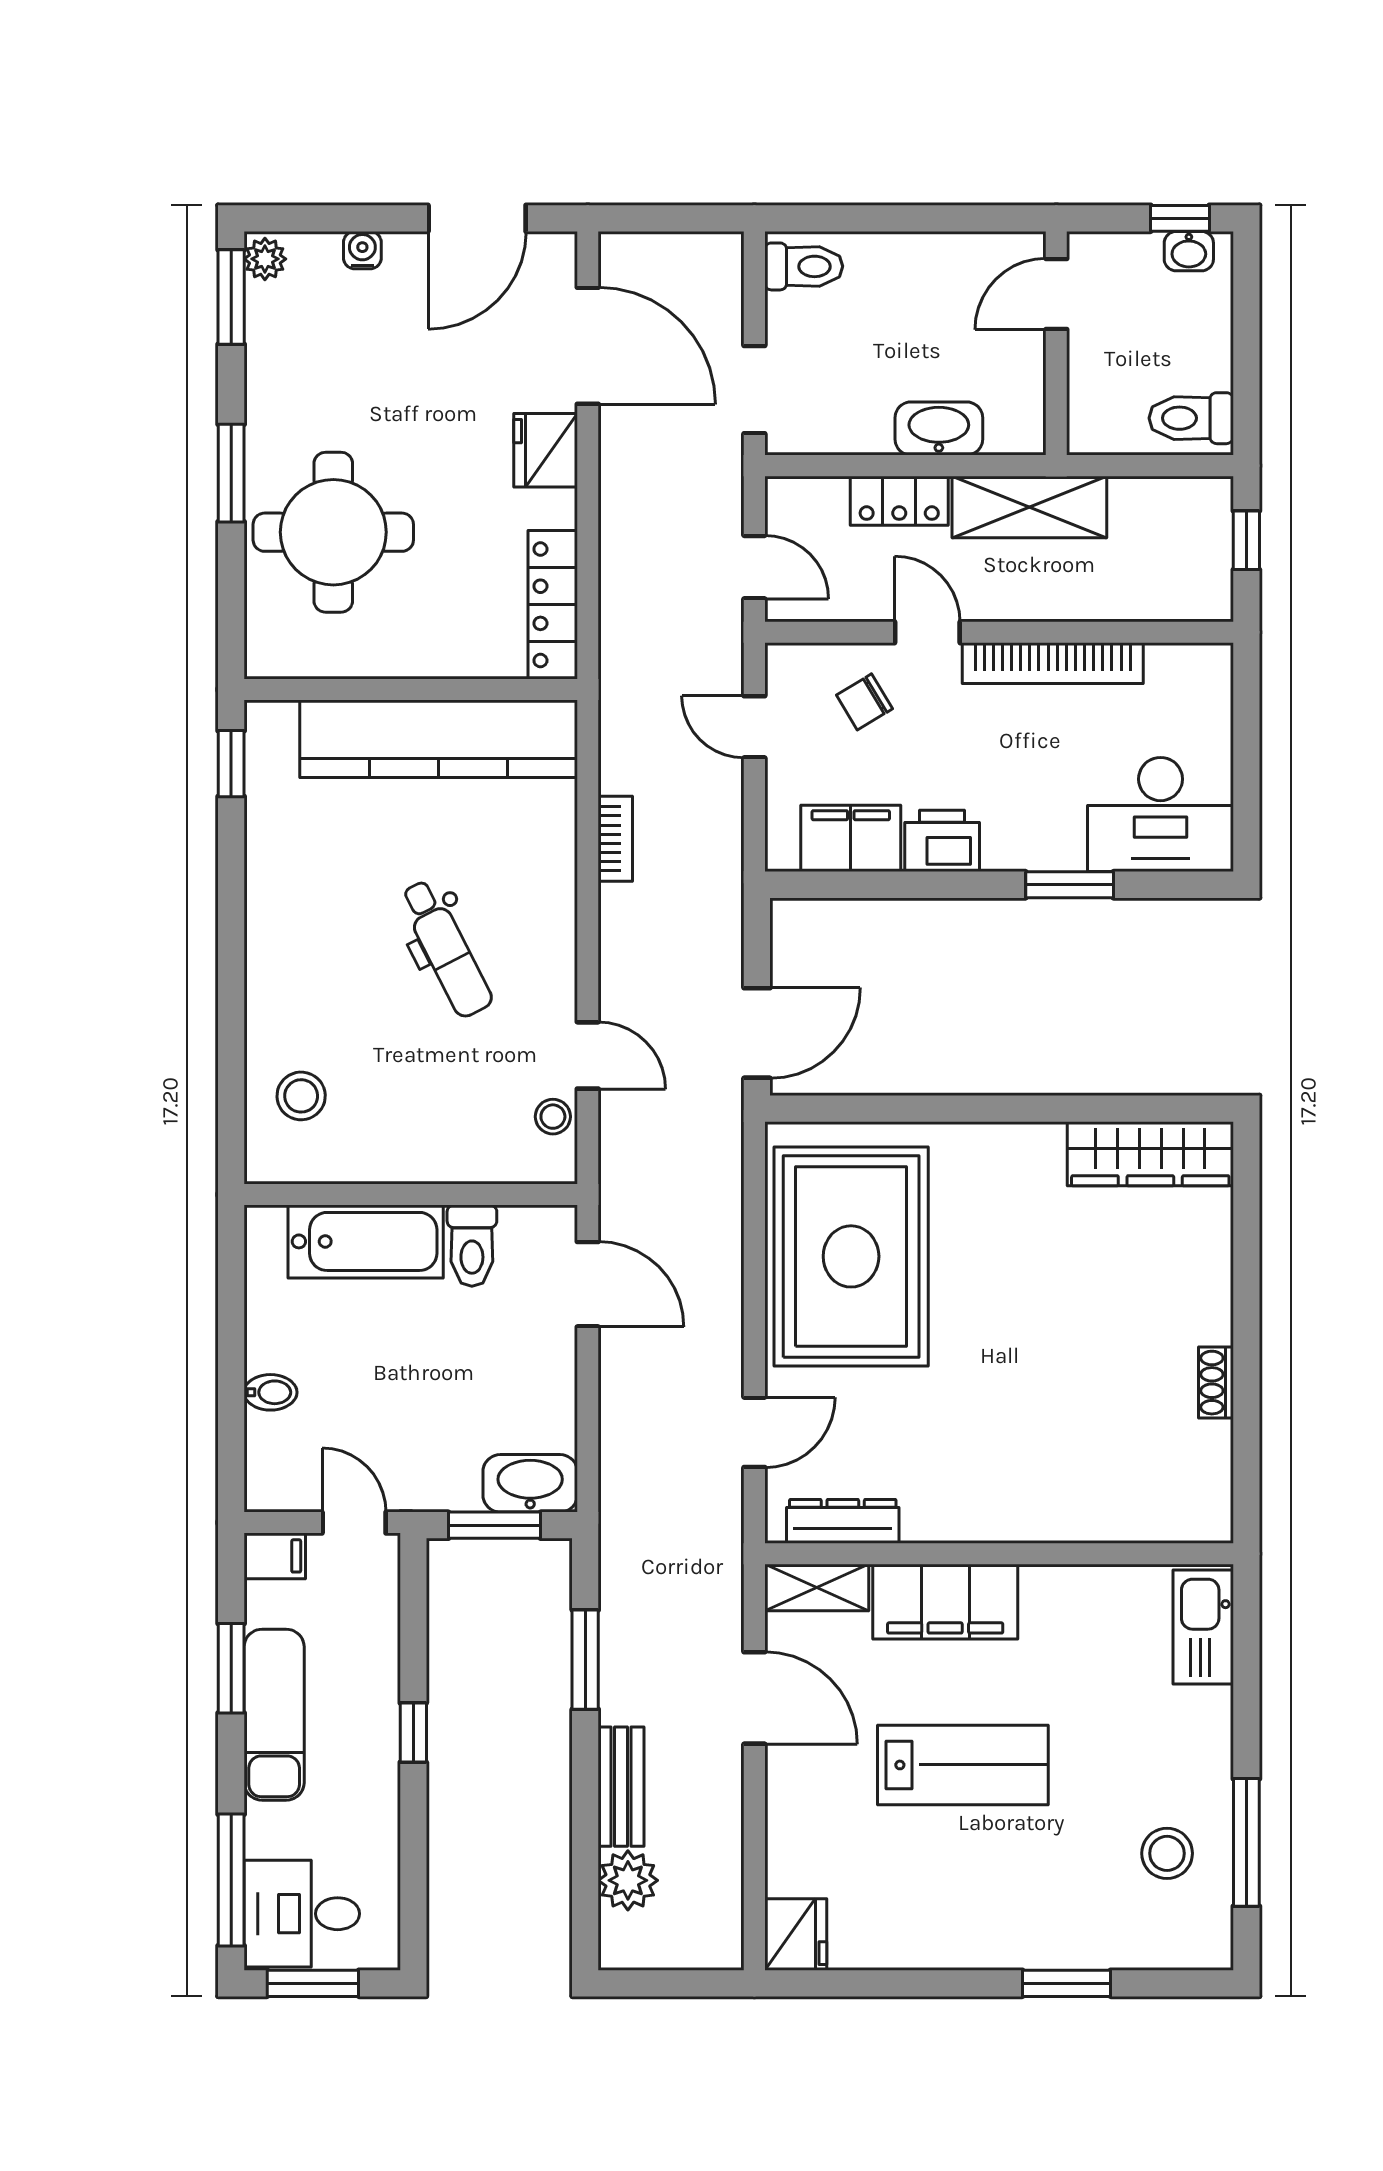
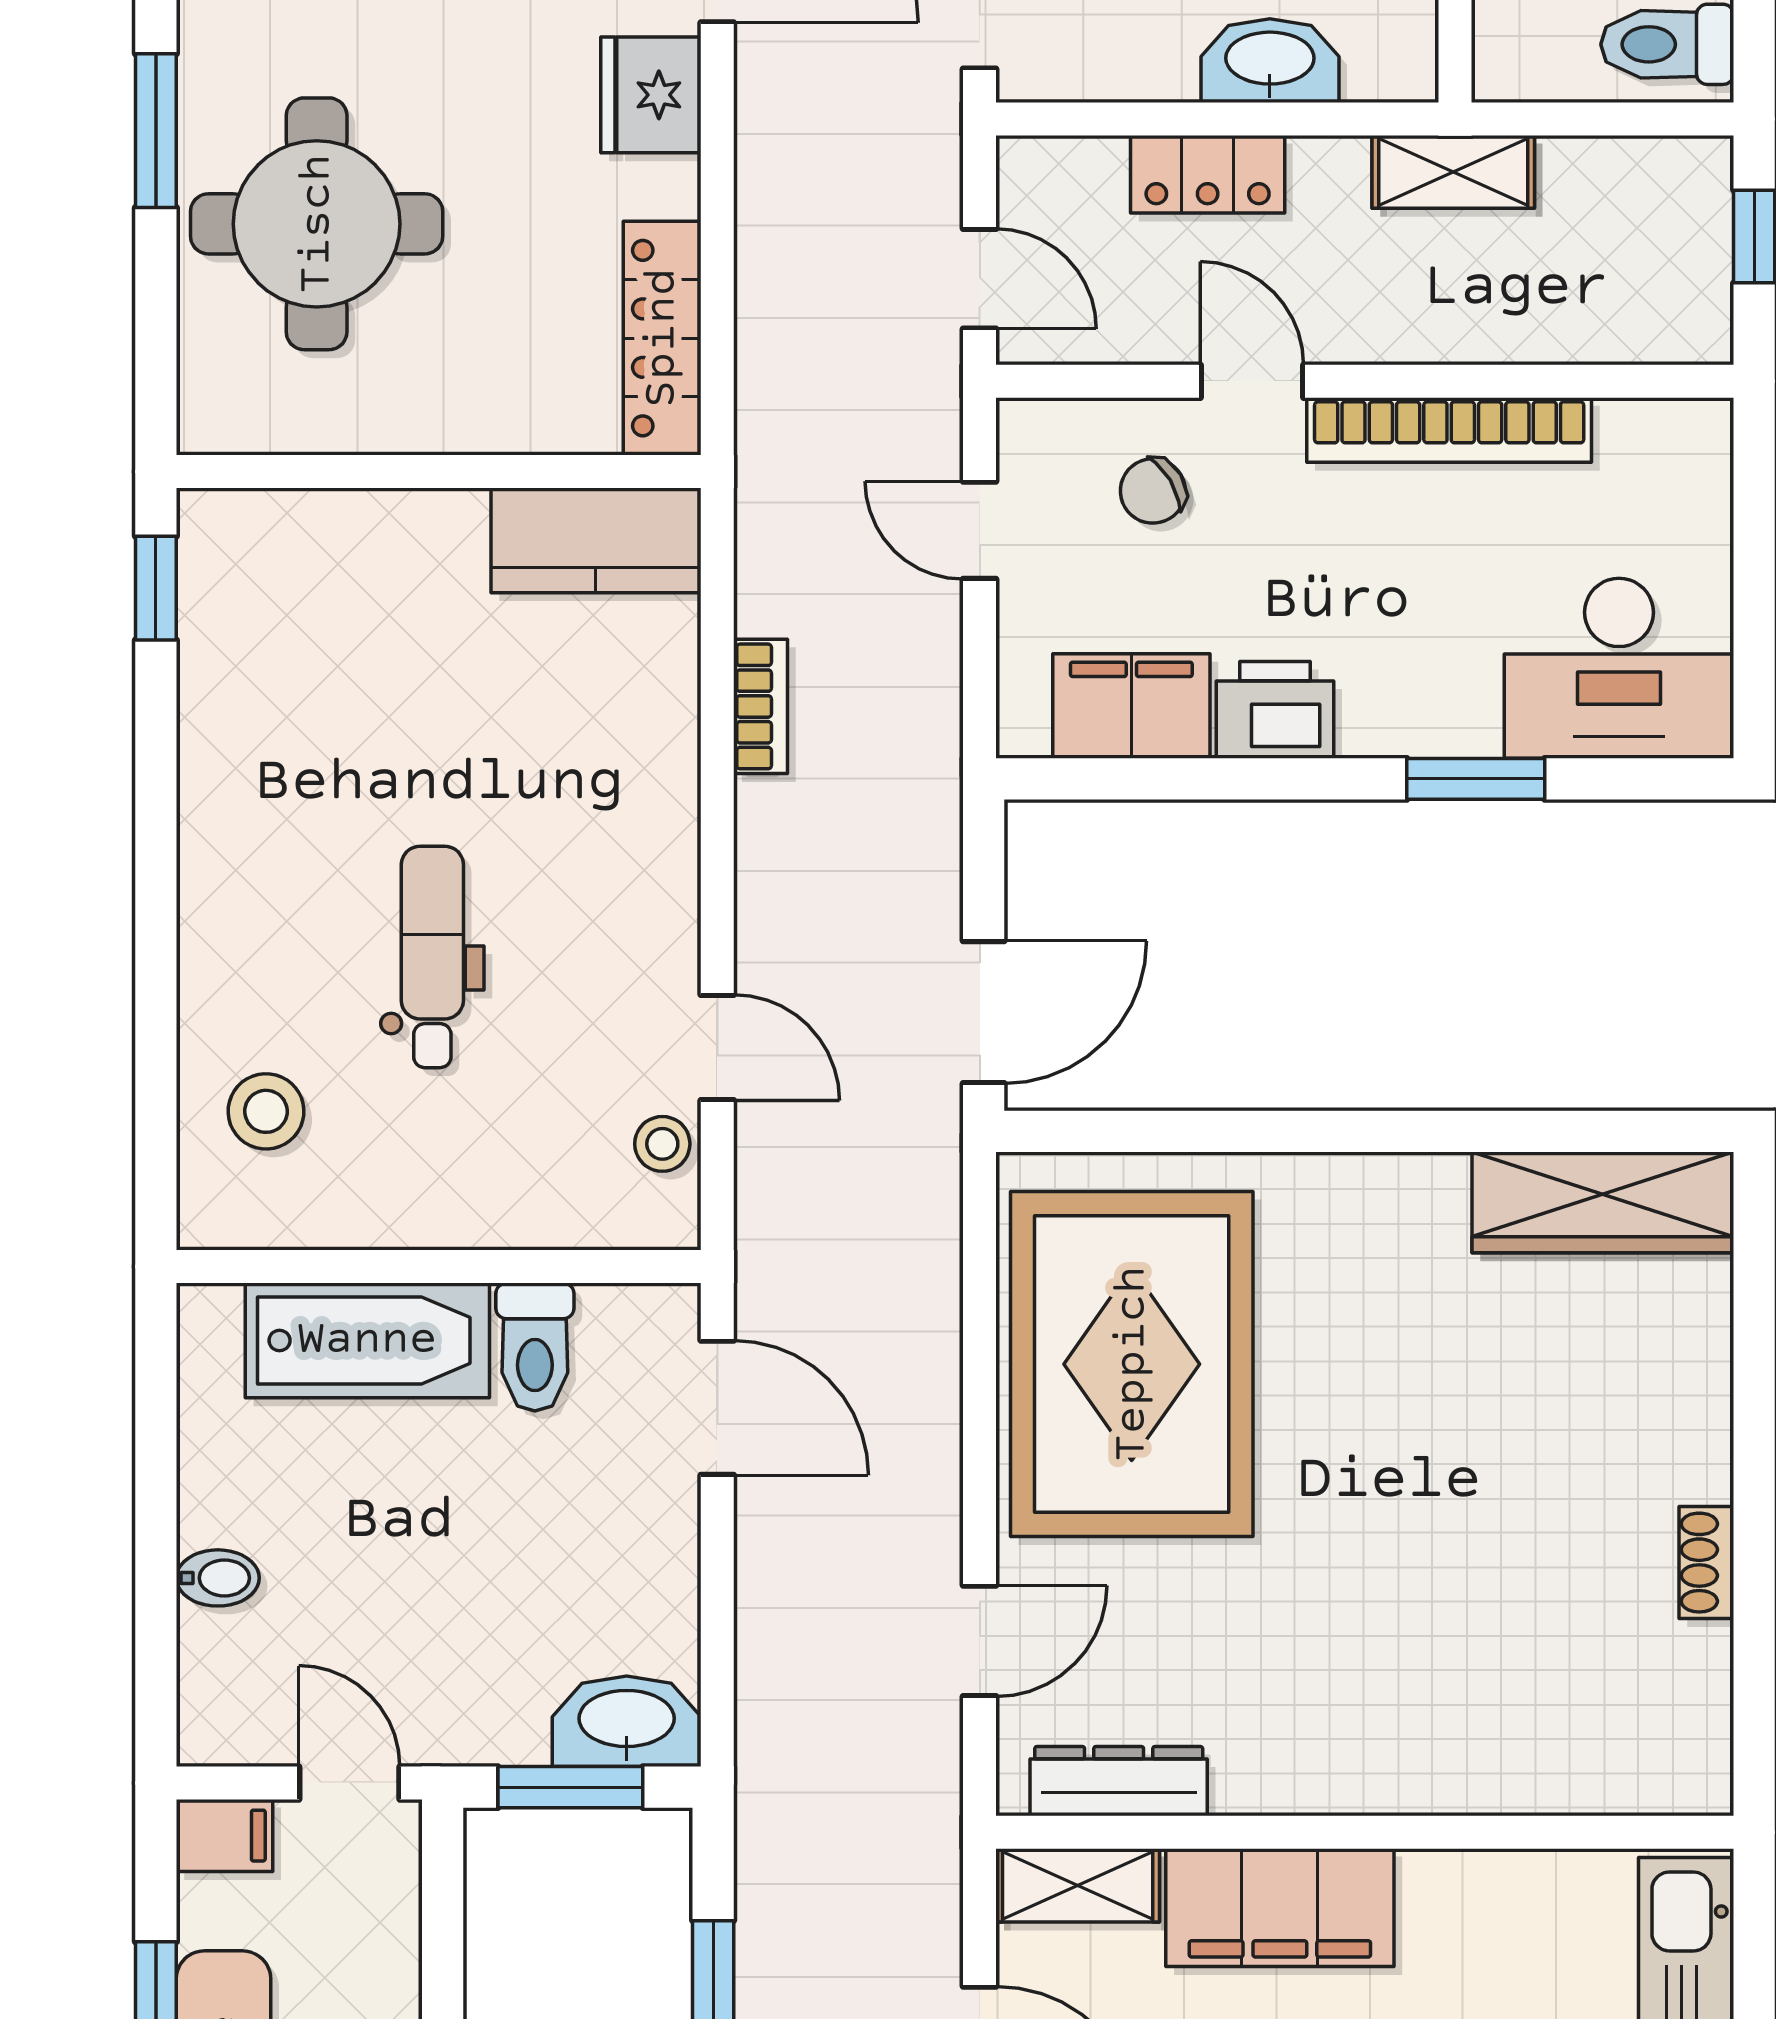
shelving: (1029, 507) -> (1453, 172), width x0.67, depth x0.75
kitchen counter: (439, 739) -> (596, 540), width x0.48, depth x0.86
dental chair: (446, 949) -> (432, 957), moved, turned -153

